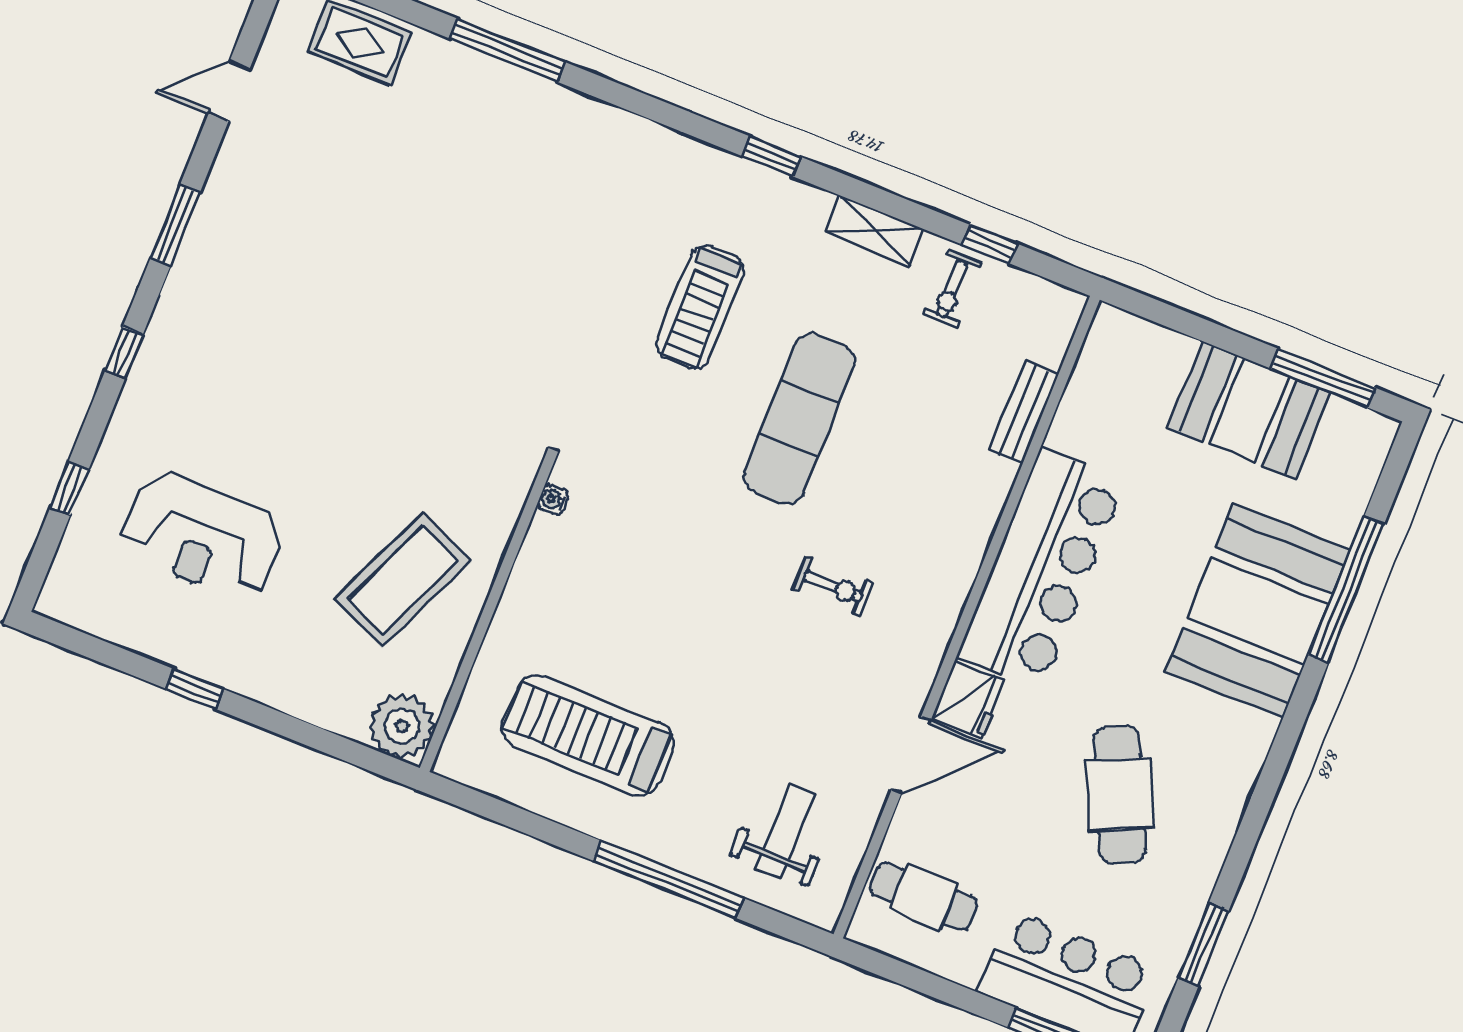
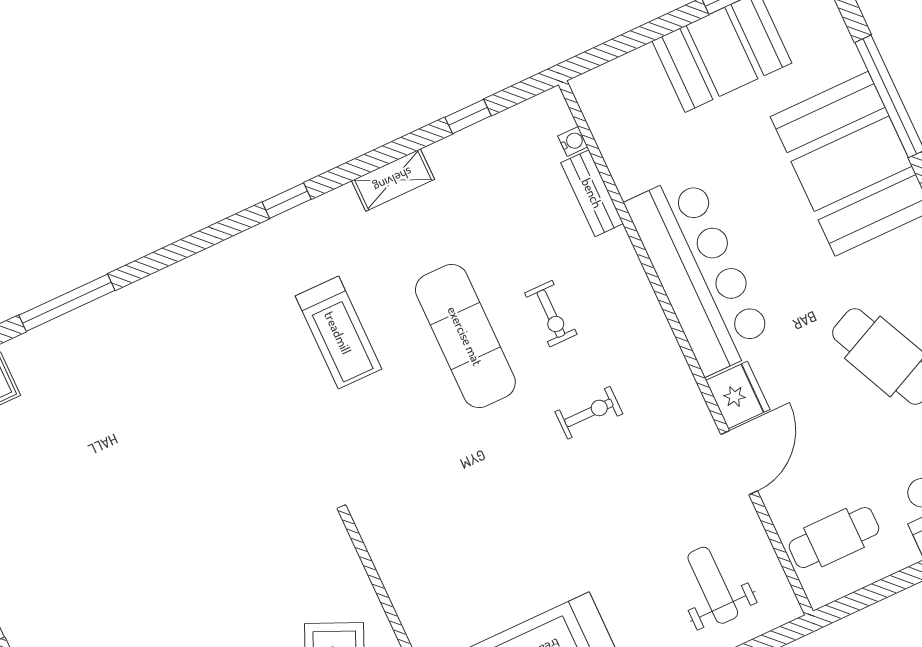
exercise bike: (952, 289) -> (551, 314), moved
water cooler: (553, 500) -> (573, 141), moved, turned 180

